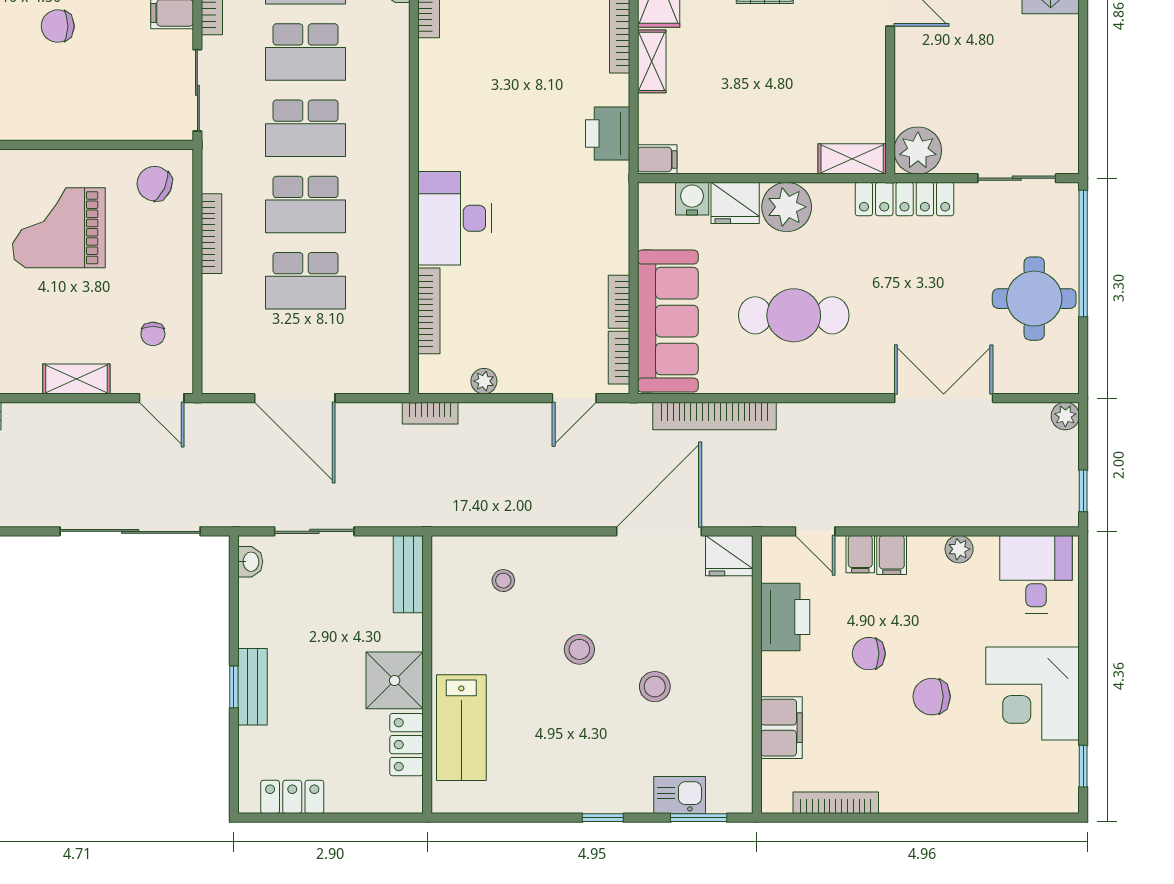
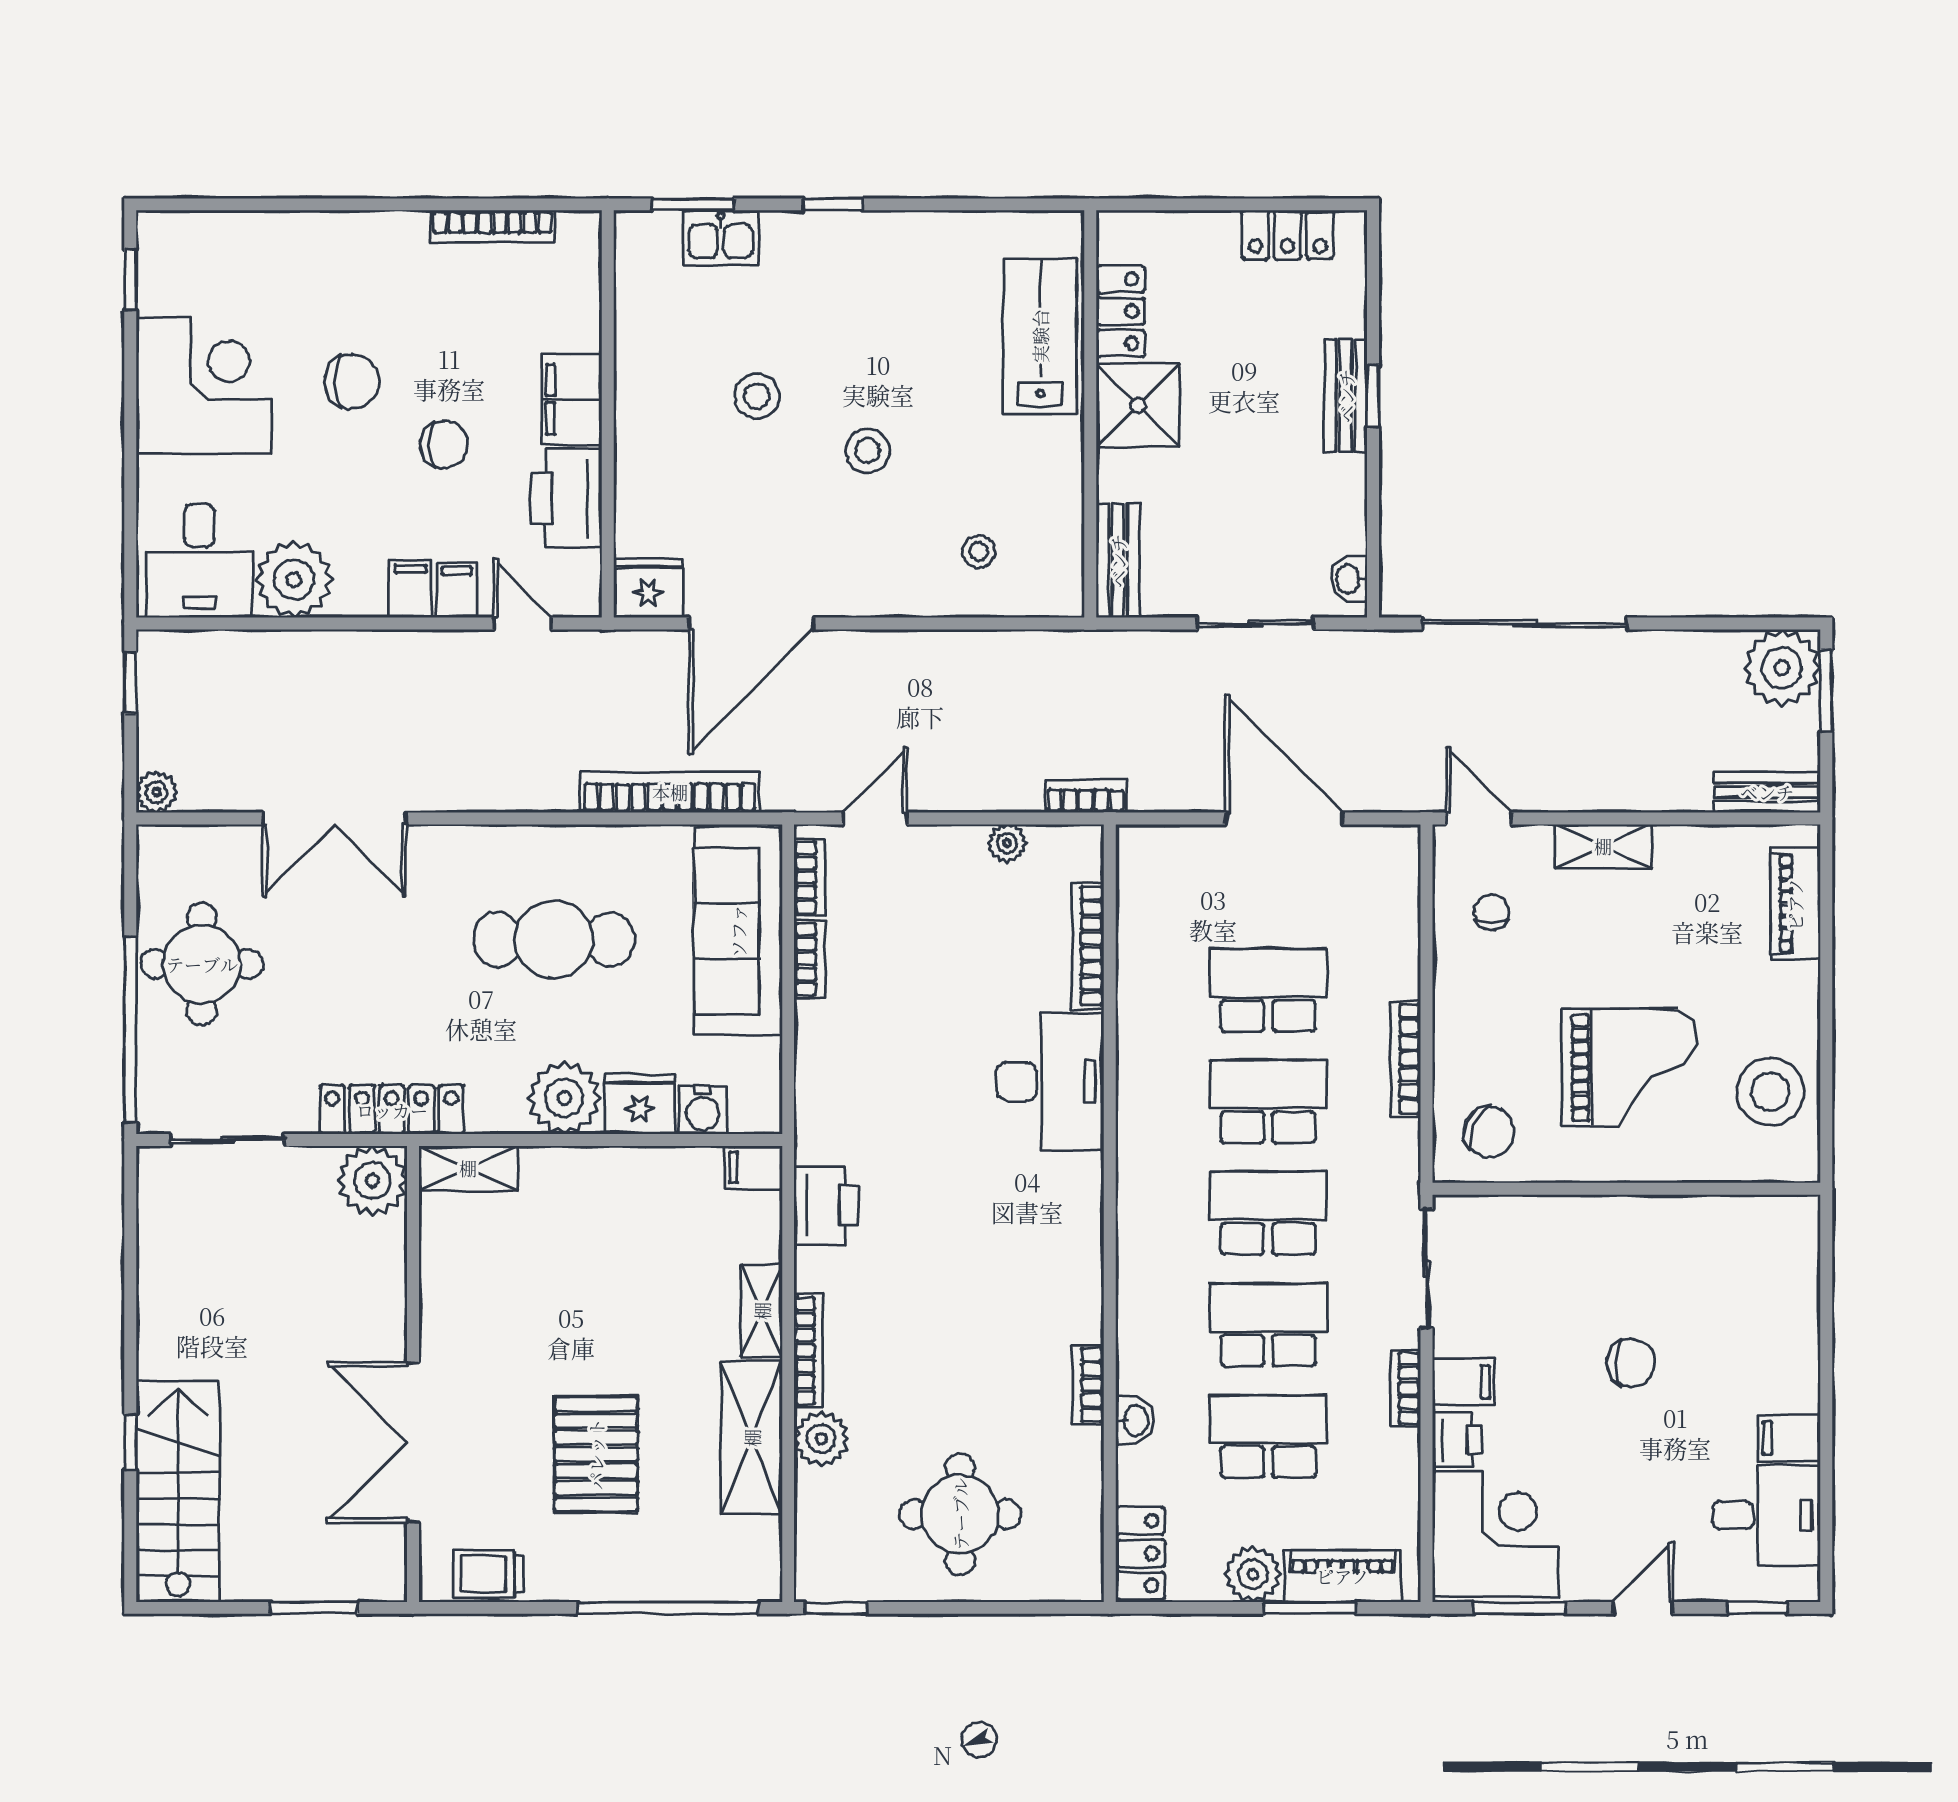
plant: (959, 549) -> (294, 579), width x1.87, depth x1.87
filing cabinet: (782, 728) -> (572, 399), moved

